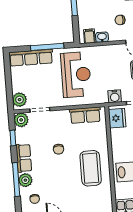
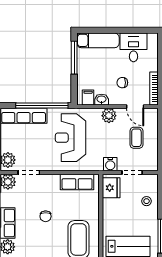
window: (47, 47) -> (42, 106), width x1.46
plant: (110, 51) -> (109, 116), added
reception desk: (76, 75) -> (71, 138), turned 180

